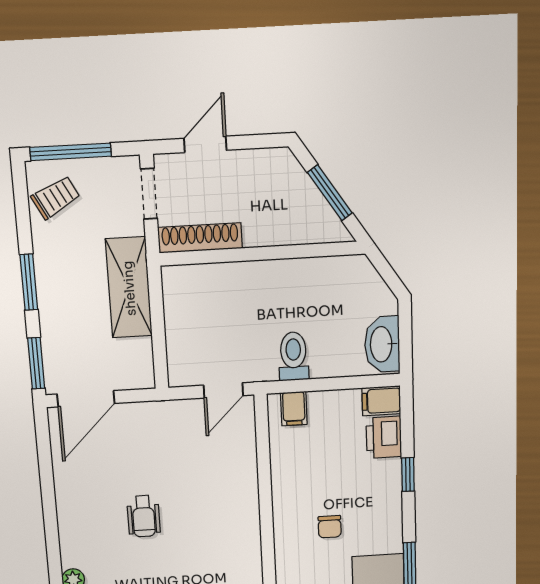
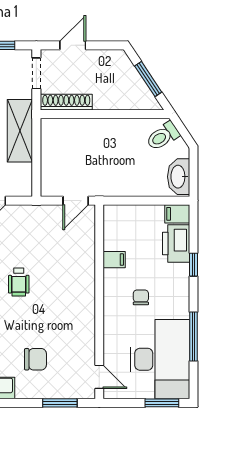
toilet: (293, 356) -> (163, 136), moved, turned -124
filing cabinet: (294, 409) -> (114, 260), moved, turned -90
printer: (384, 437) -> (176, 244), width x1.37, depth x1.19
chair: (330, 527) -> (141, 297), turned 180

